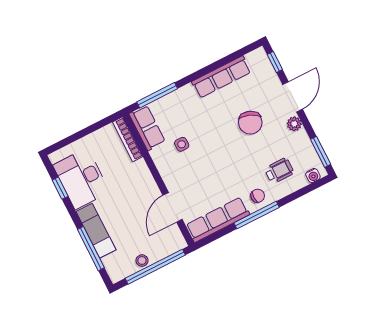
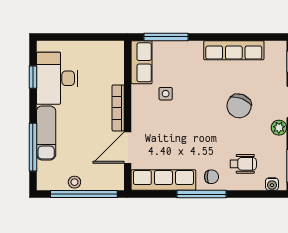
bookcase: (128, 139) -> (118, 108), moved

